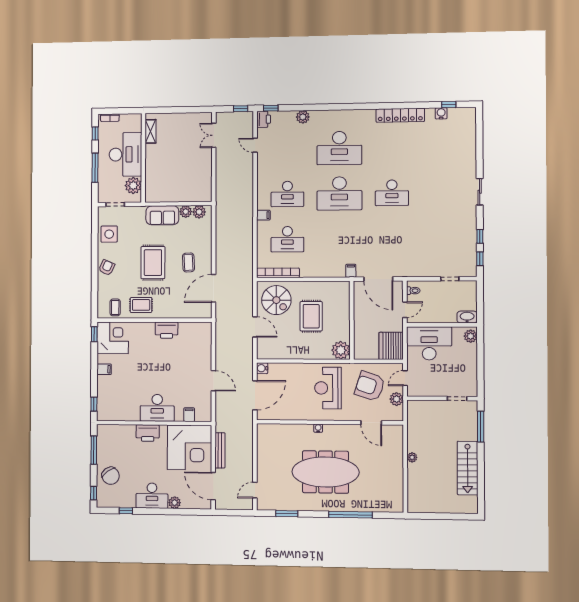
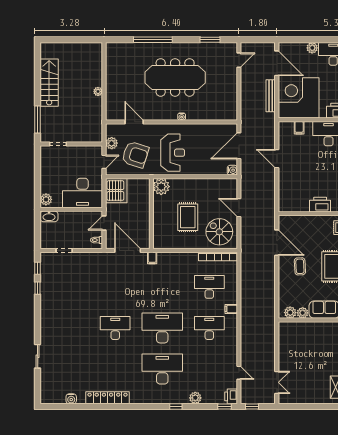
window: (449, 105) -> (176, 406), moved
sliding door: (480, 192) -> (38, 356), moved
door: (214, 288) -> (277, 243), hinge flipped

